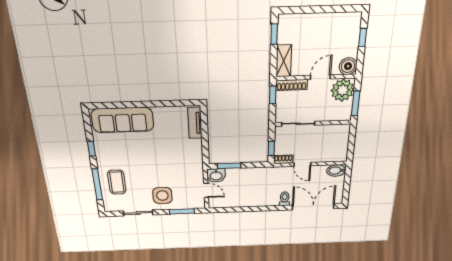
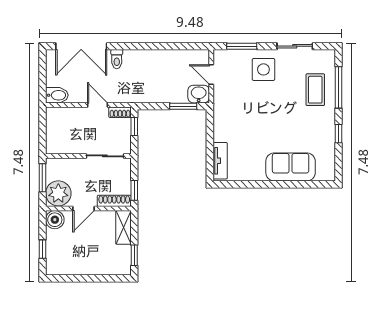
sofa: (123, 120) -> (291, 167), width x0.73

